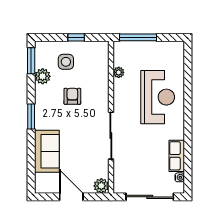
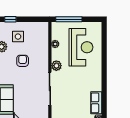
window: (76, 37) -> (10, 19), moved
reception desk: (158, 97) -> (81, 47), moved
plant: (120, 103) -> (56, 66), added

